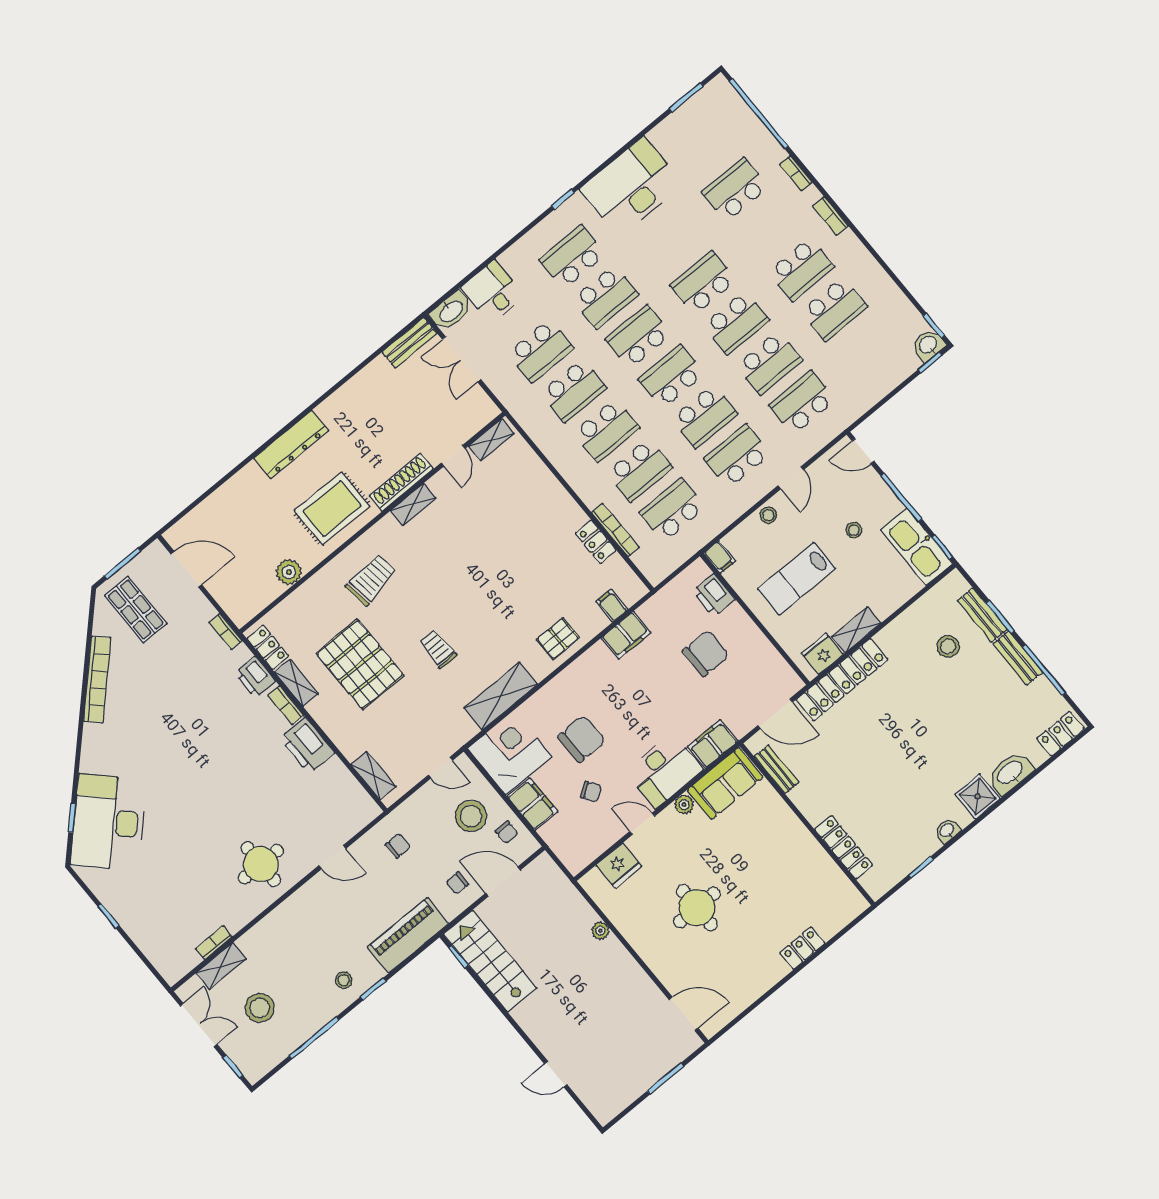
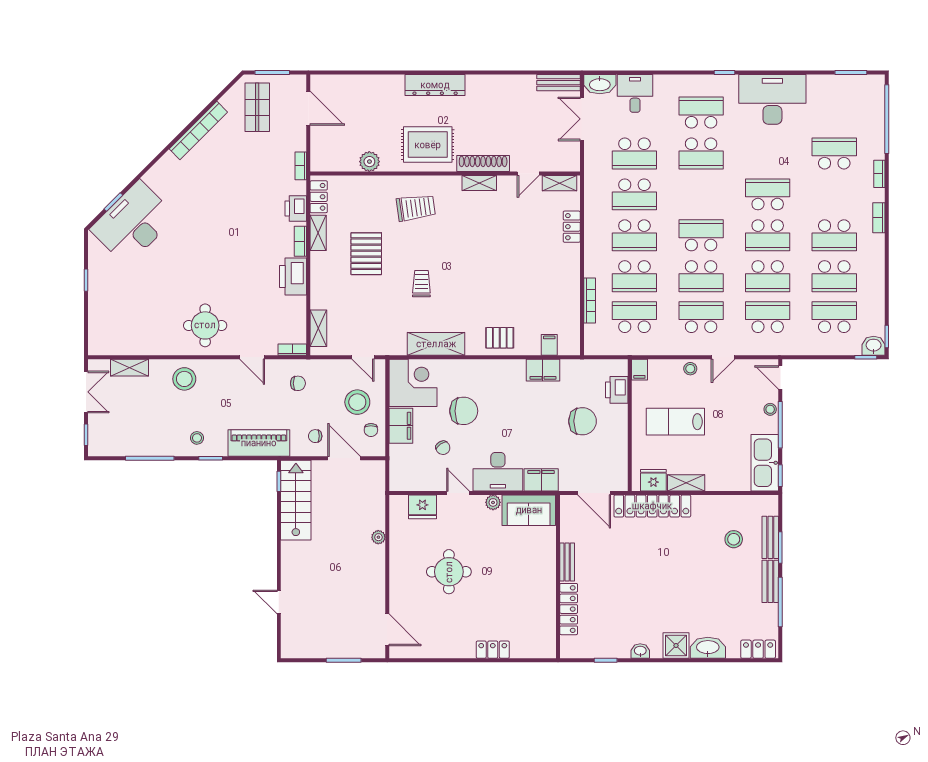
school desk: (638, 337) -> (834, 317), moved
stool: (854, 530) -> (770, 409), moved
locker: (596, 542) -> (572, 227), moved
pallet: (360, 664) -> (366, 254), width x0.73, depth x0.71
bench: (777, 769) -> (567, 562), moved
bookcase: (214, 943) -> (292, 350), moved
stool: (260, 1008) -> (184, 379), moved

